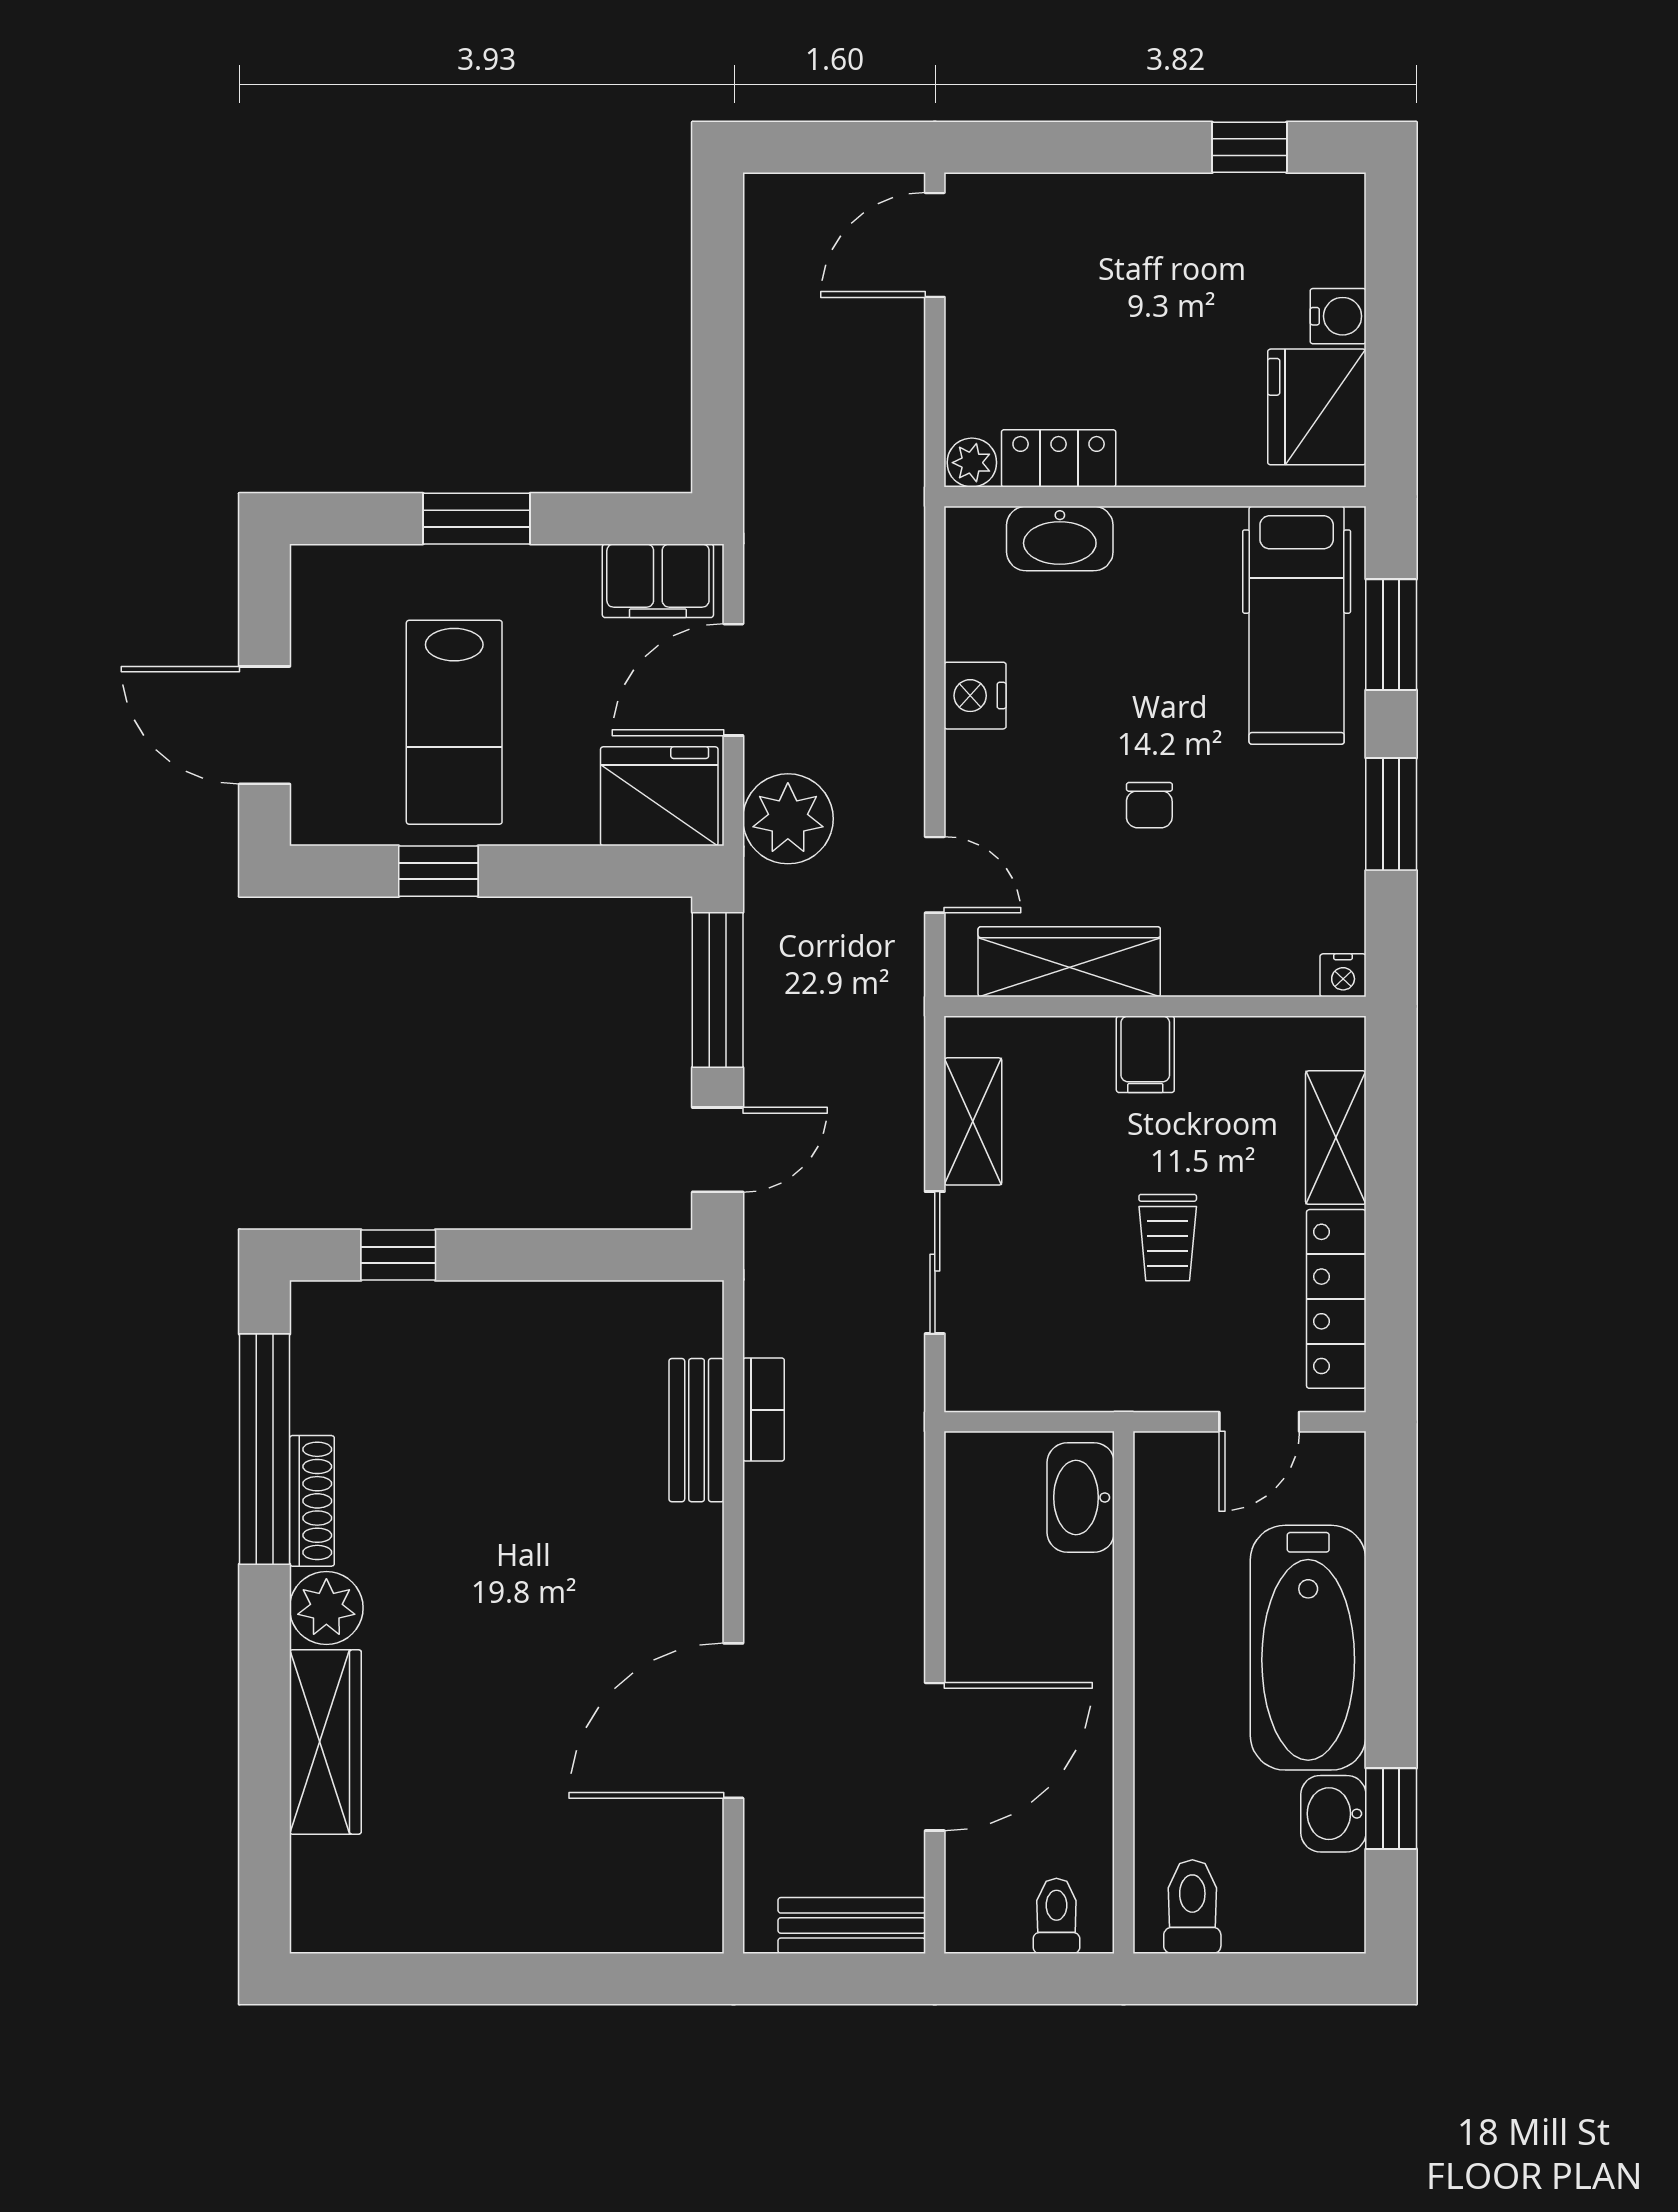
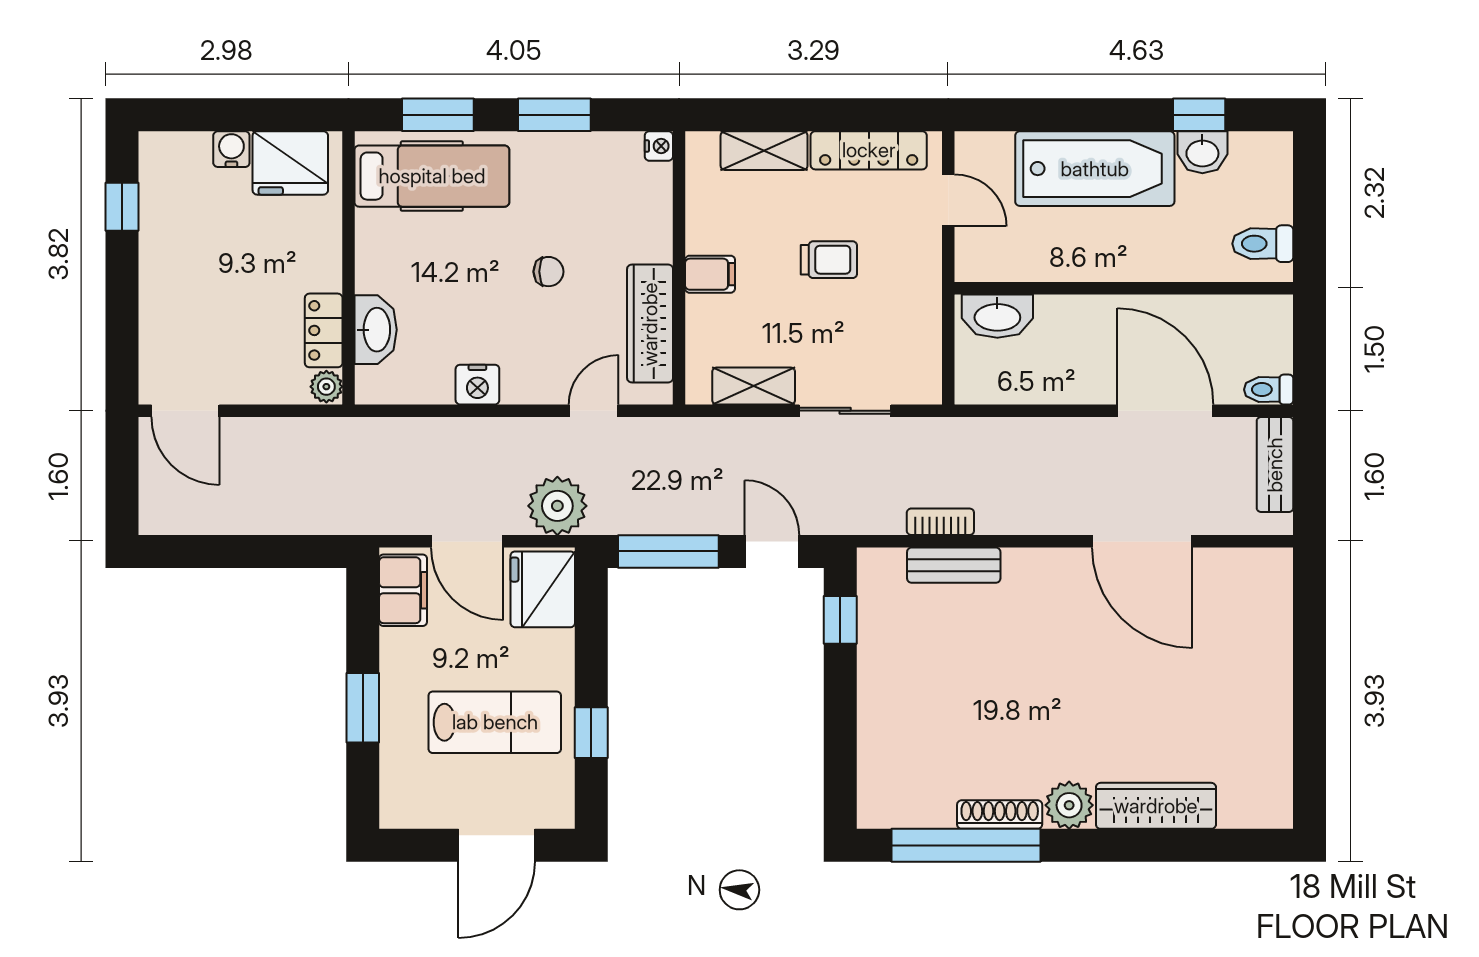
window: (398, 1255) -> (840, 620), moved
toilet: (1056, 1916) -> (1269, 390), moved

